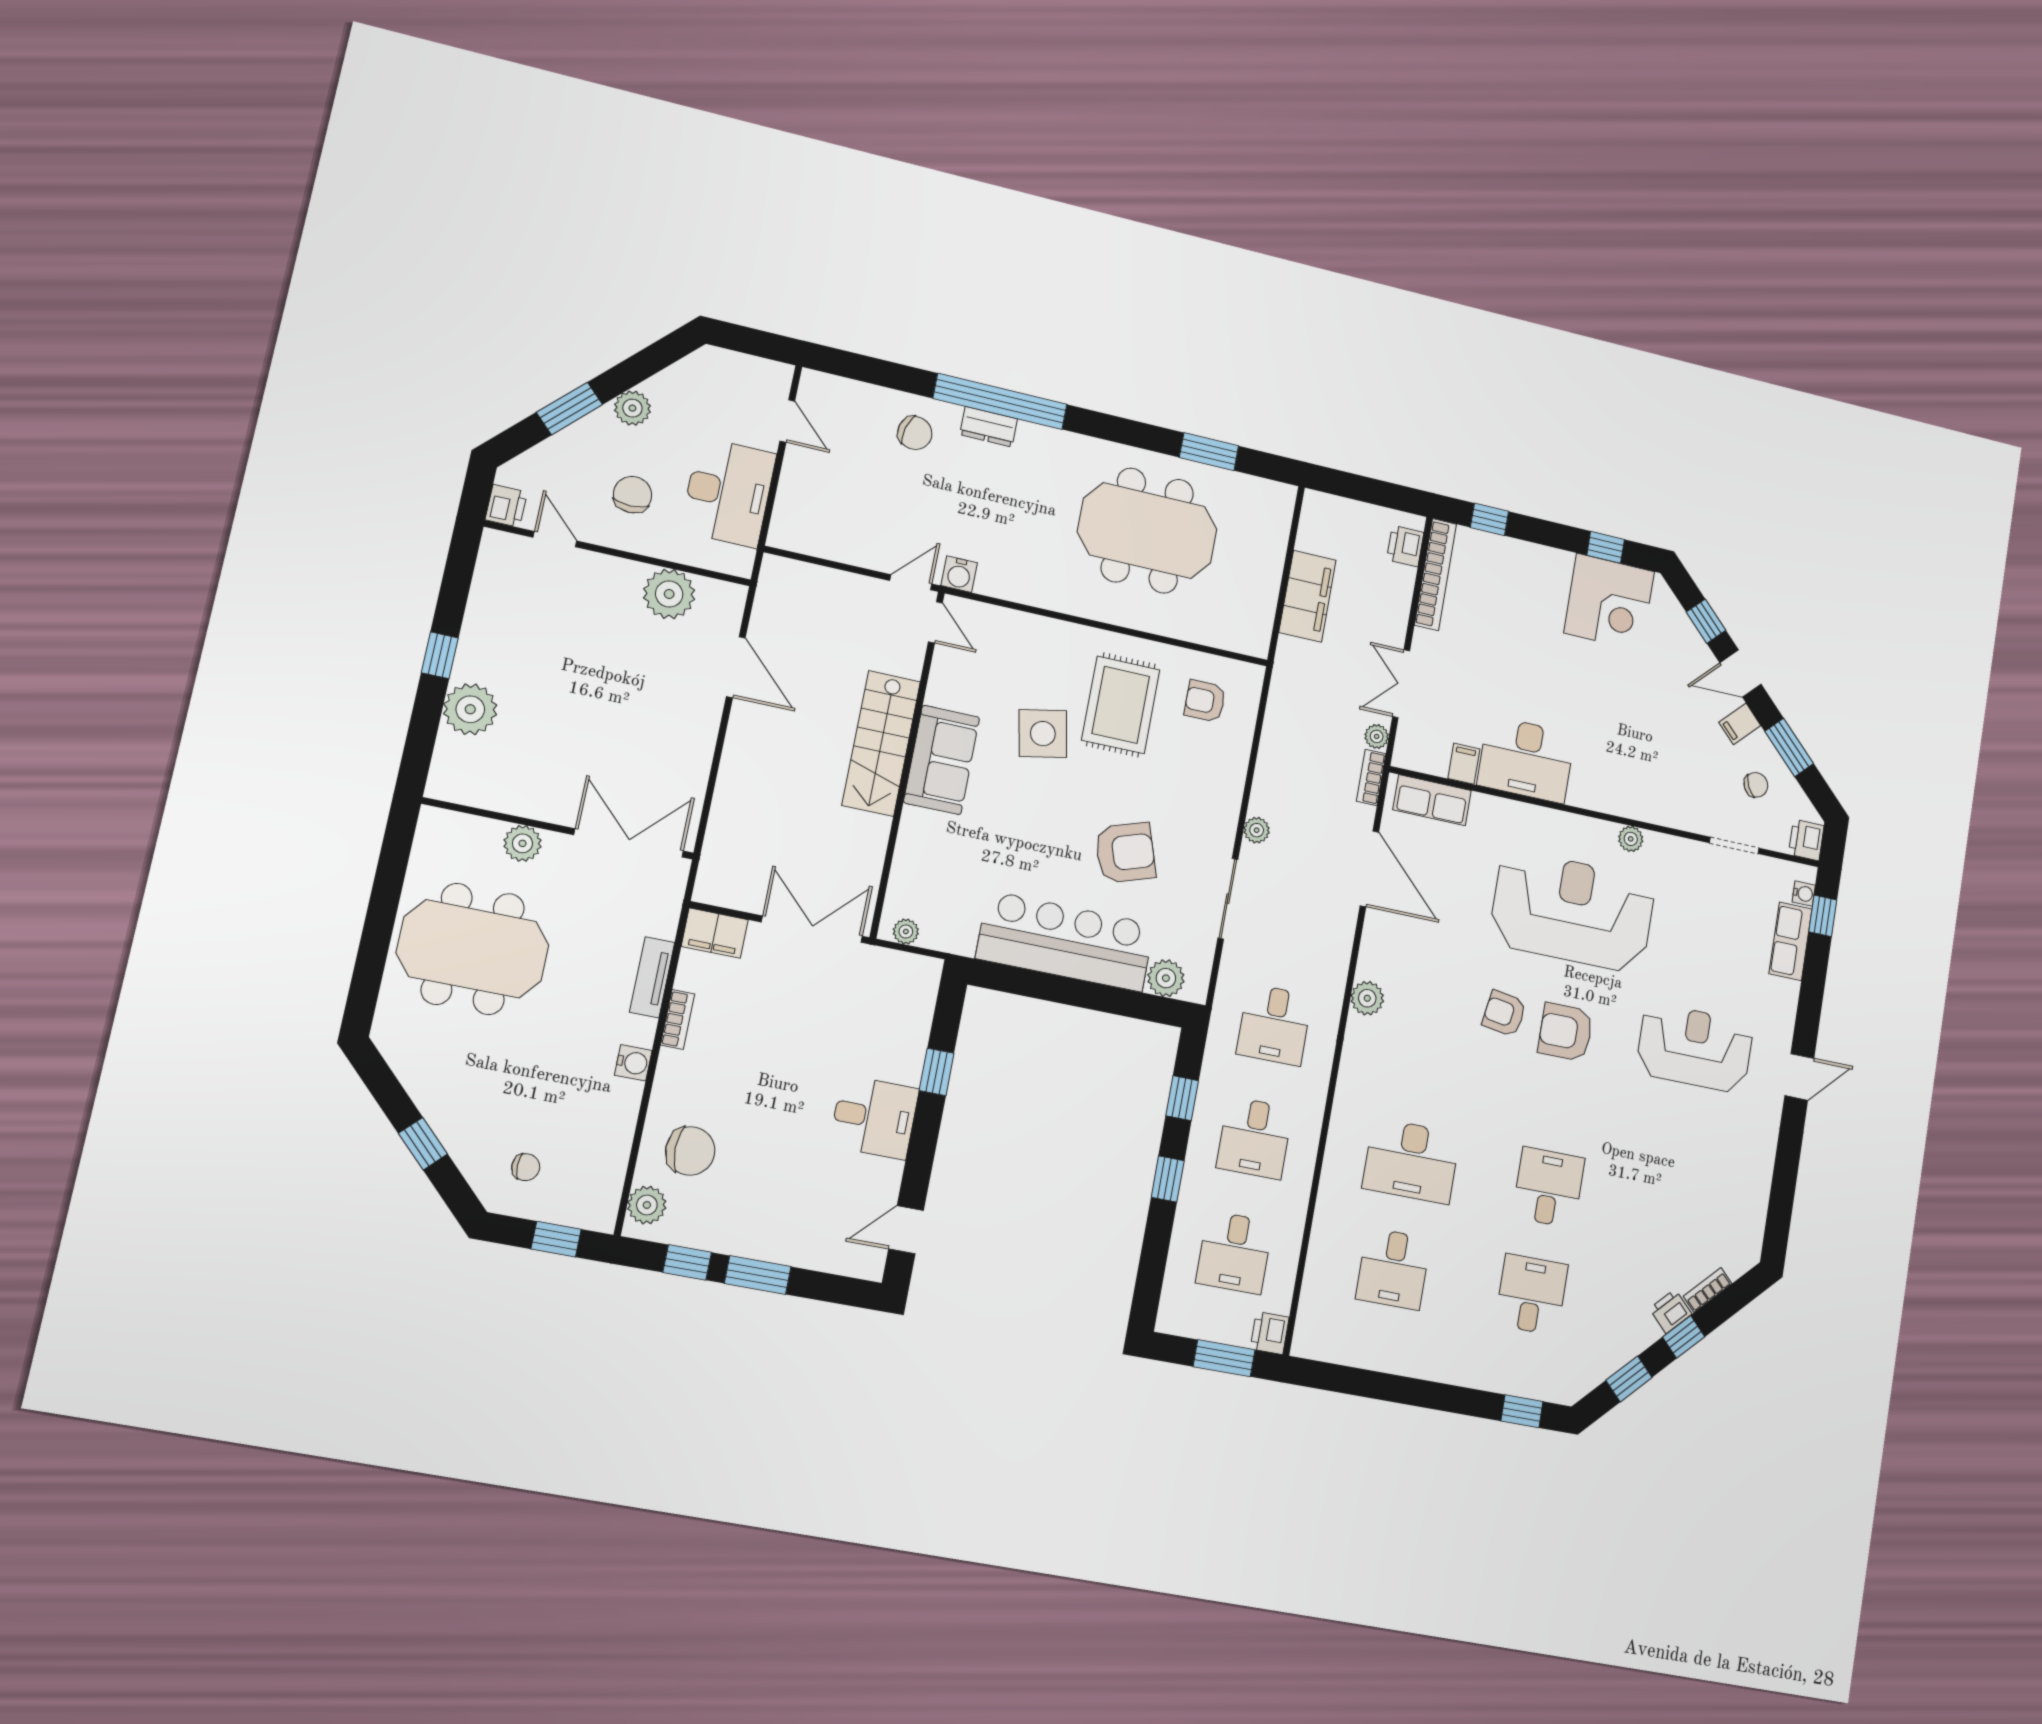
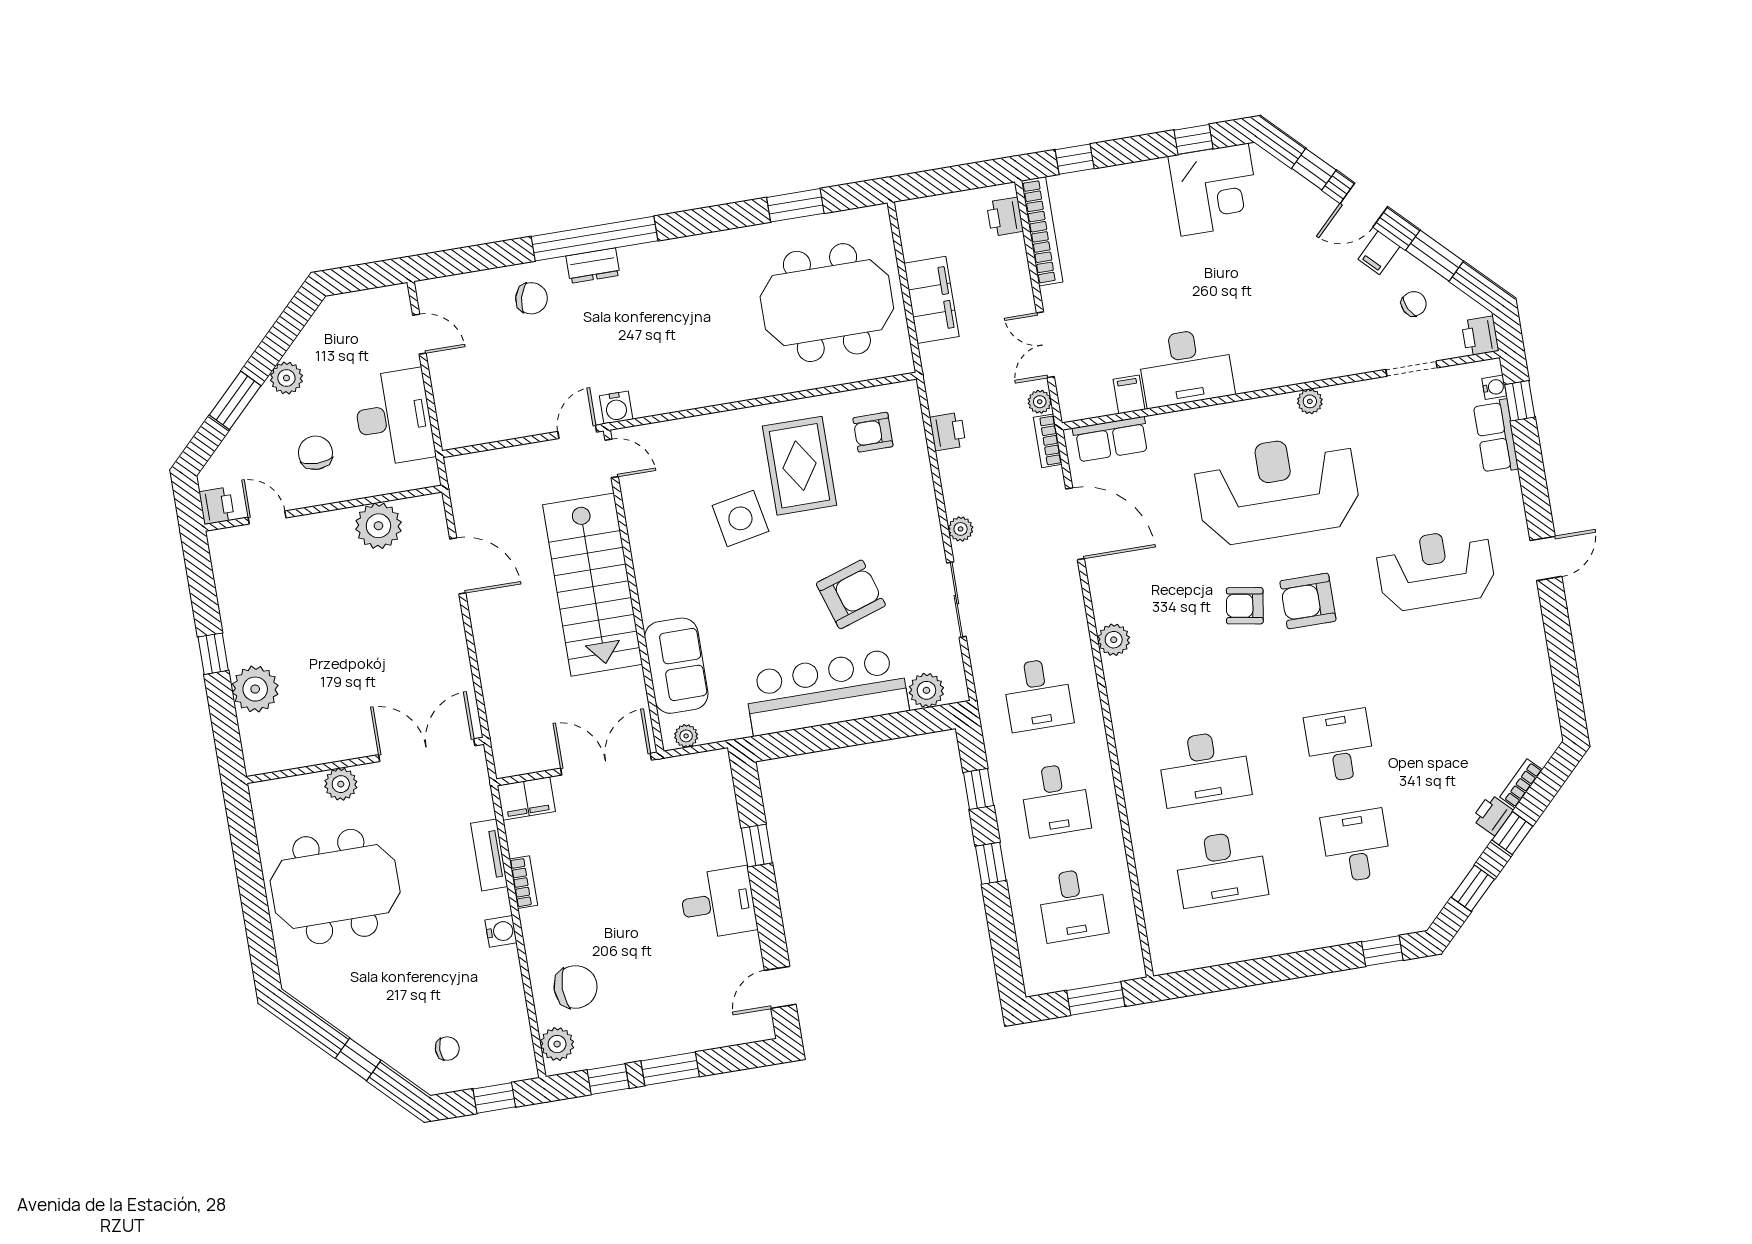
meeting table: (1147, 531) -> (827, 303), moved
stairs: (881, 743) -> (593, 585), width x1.36, depth x1.51
sofa: (942, 760) -> (676, 666), moved
desk: (1393, 1269) -> (1221, 868), width x1.37
printer: (1270, 1333) -> (948, 432), moved, turned 180

